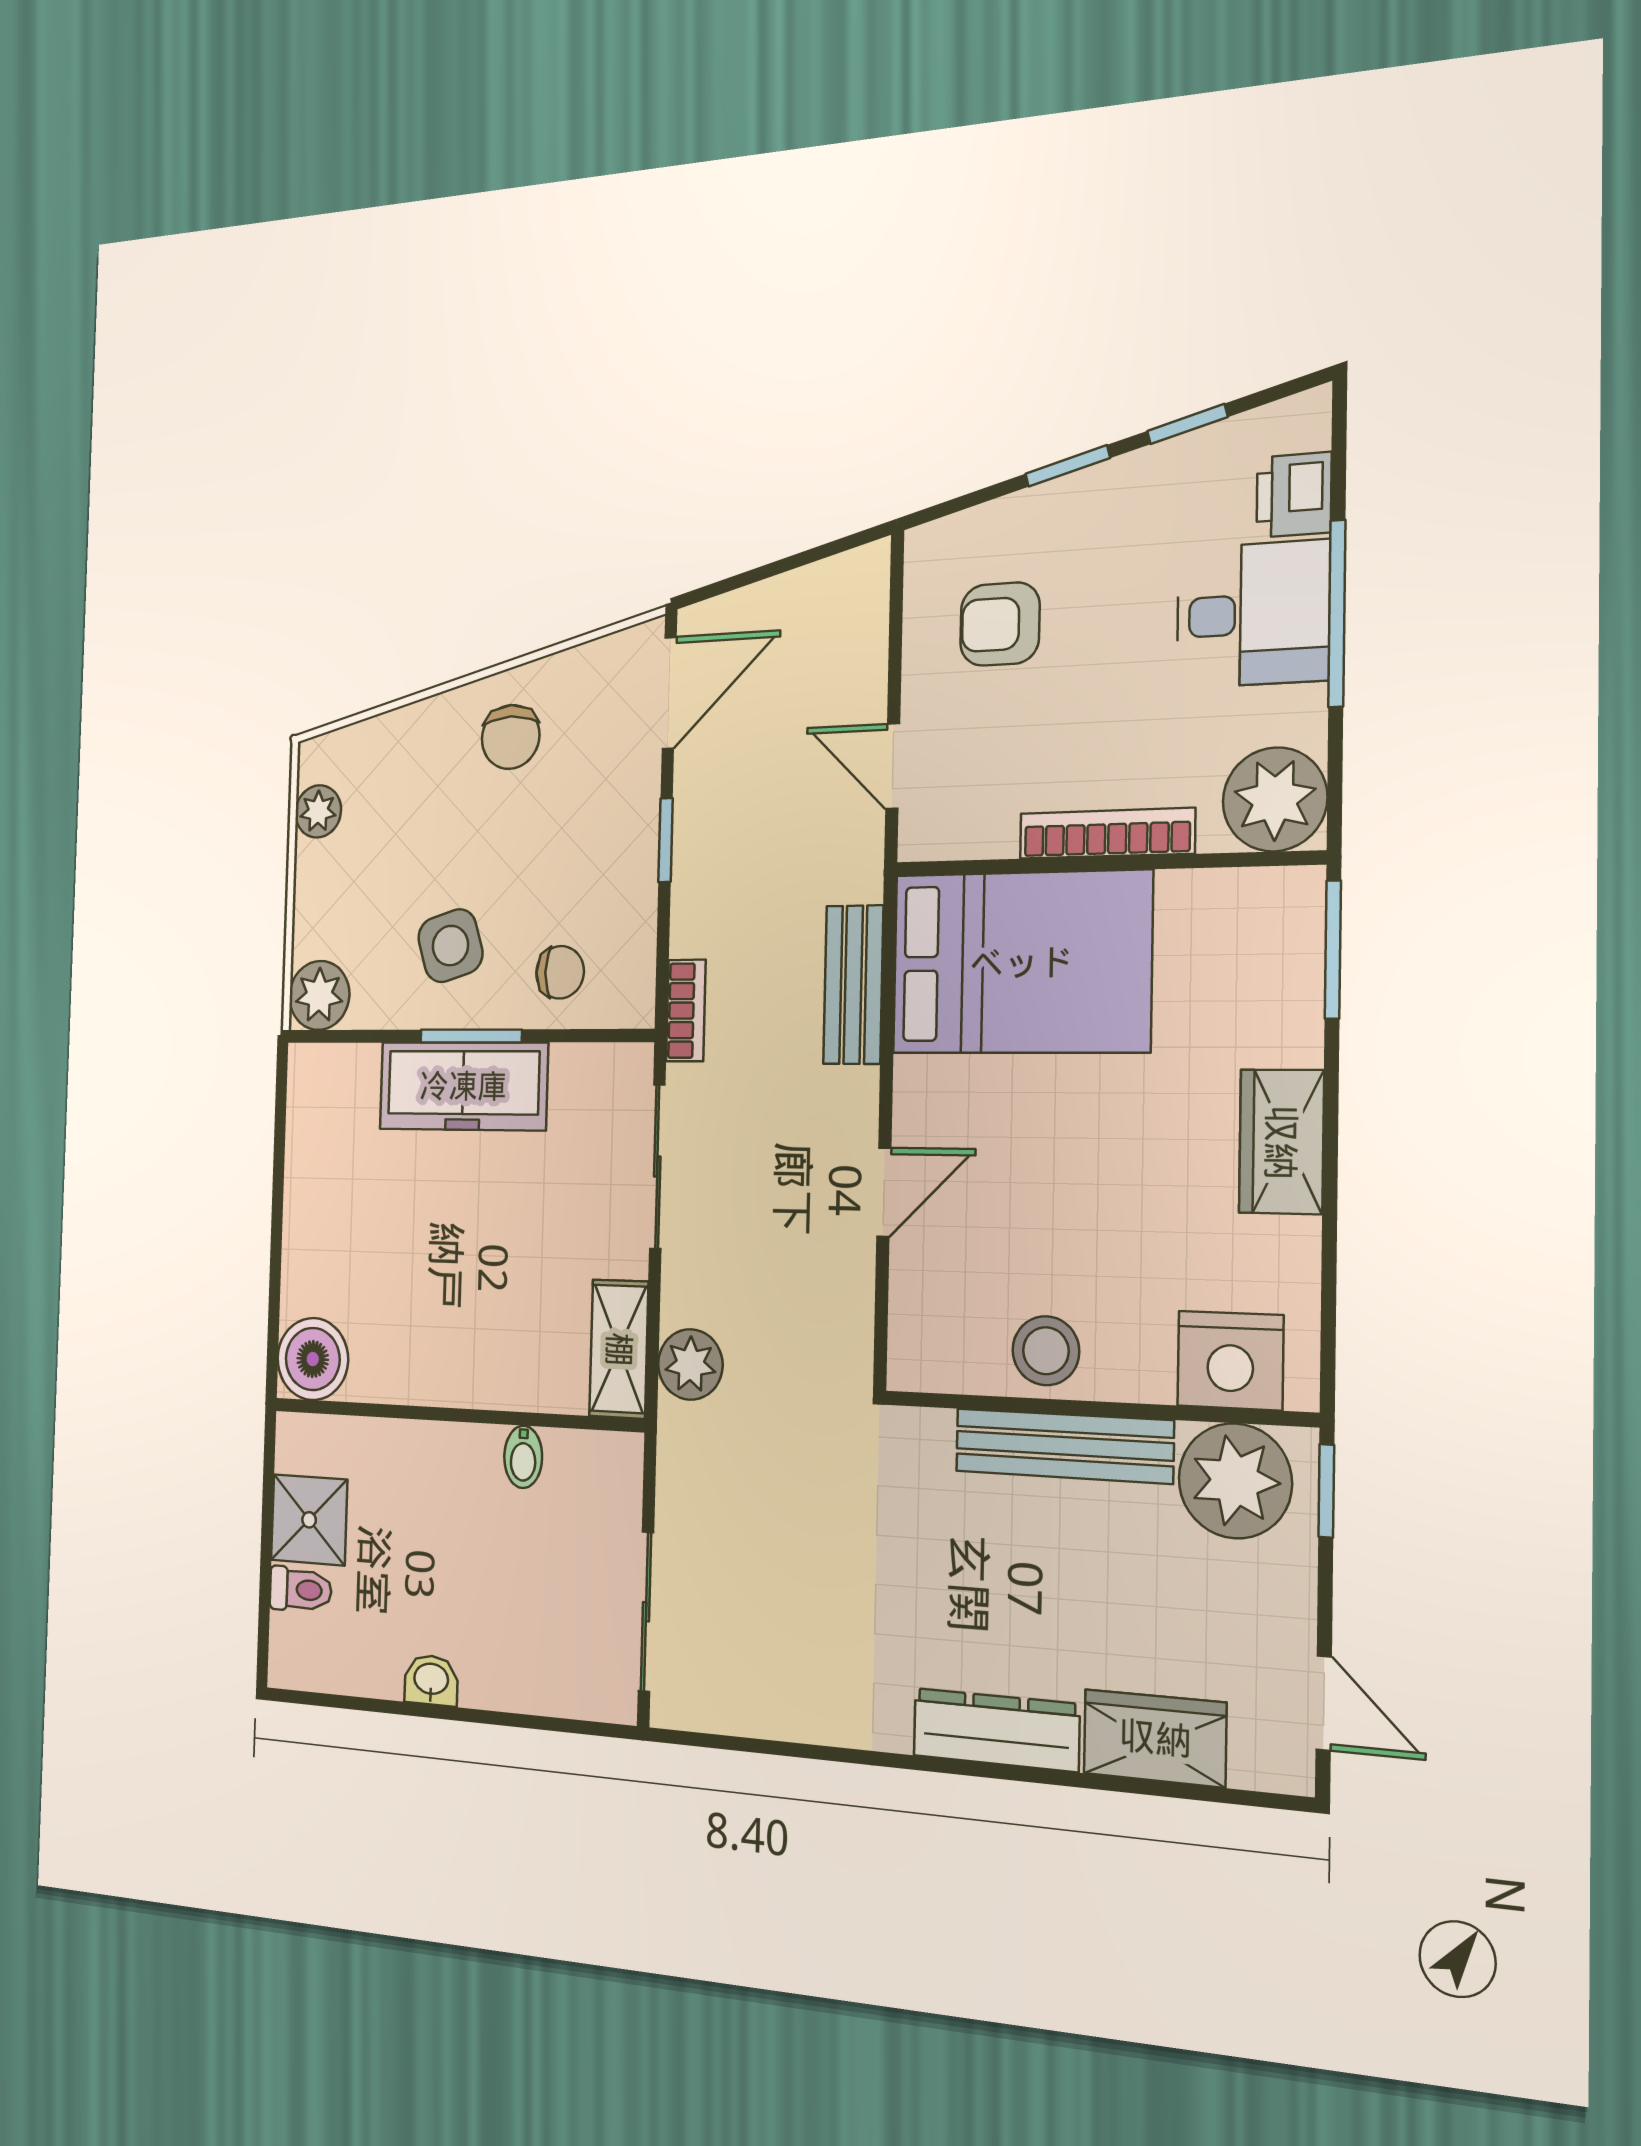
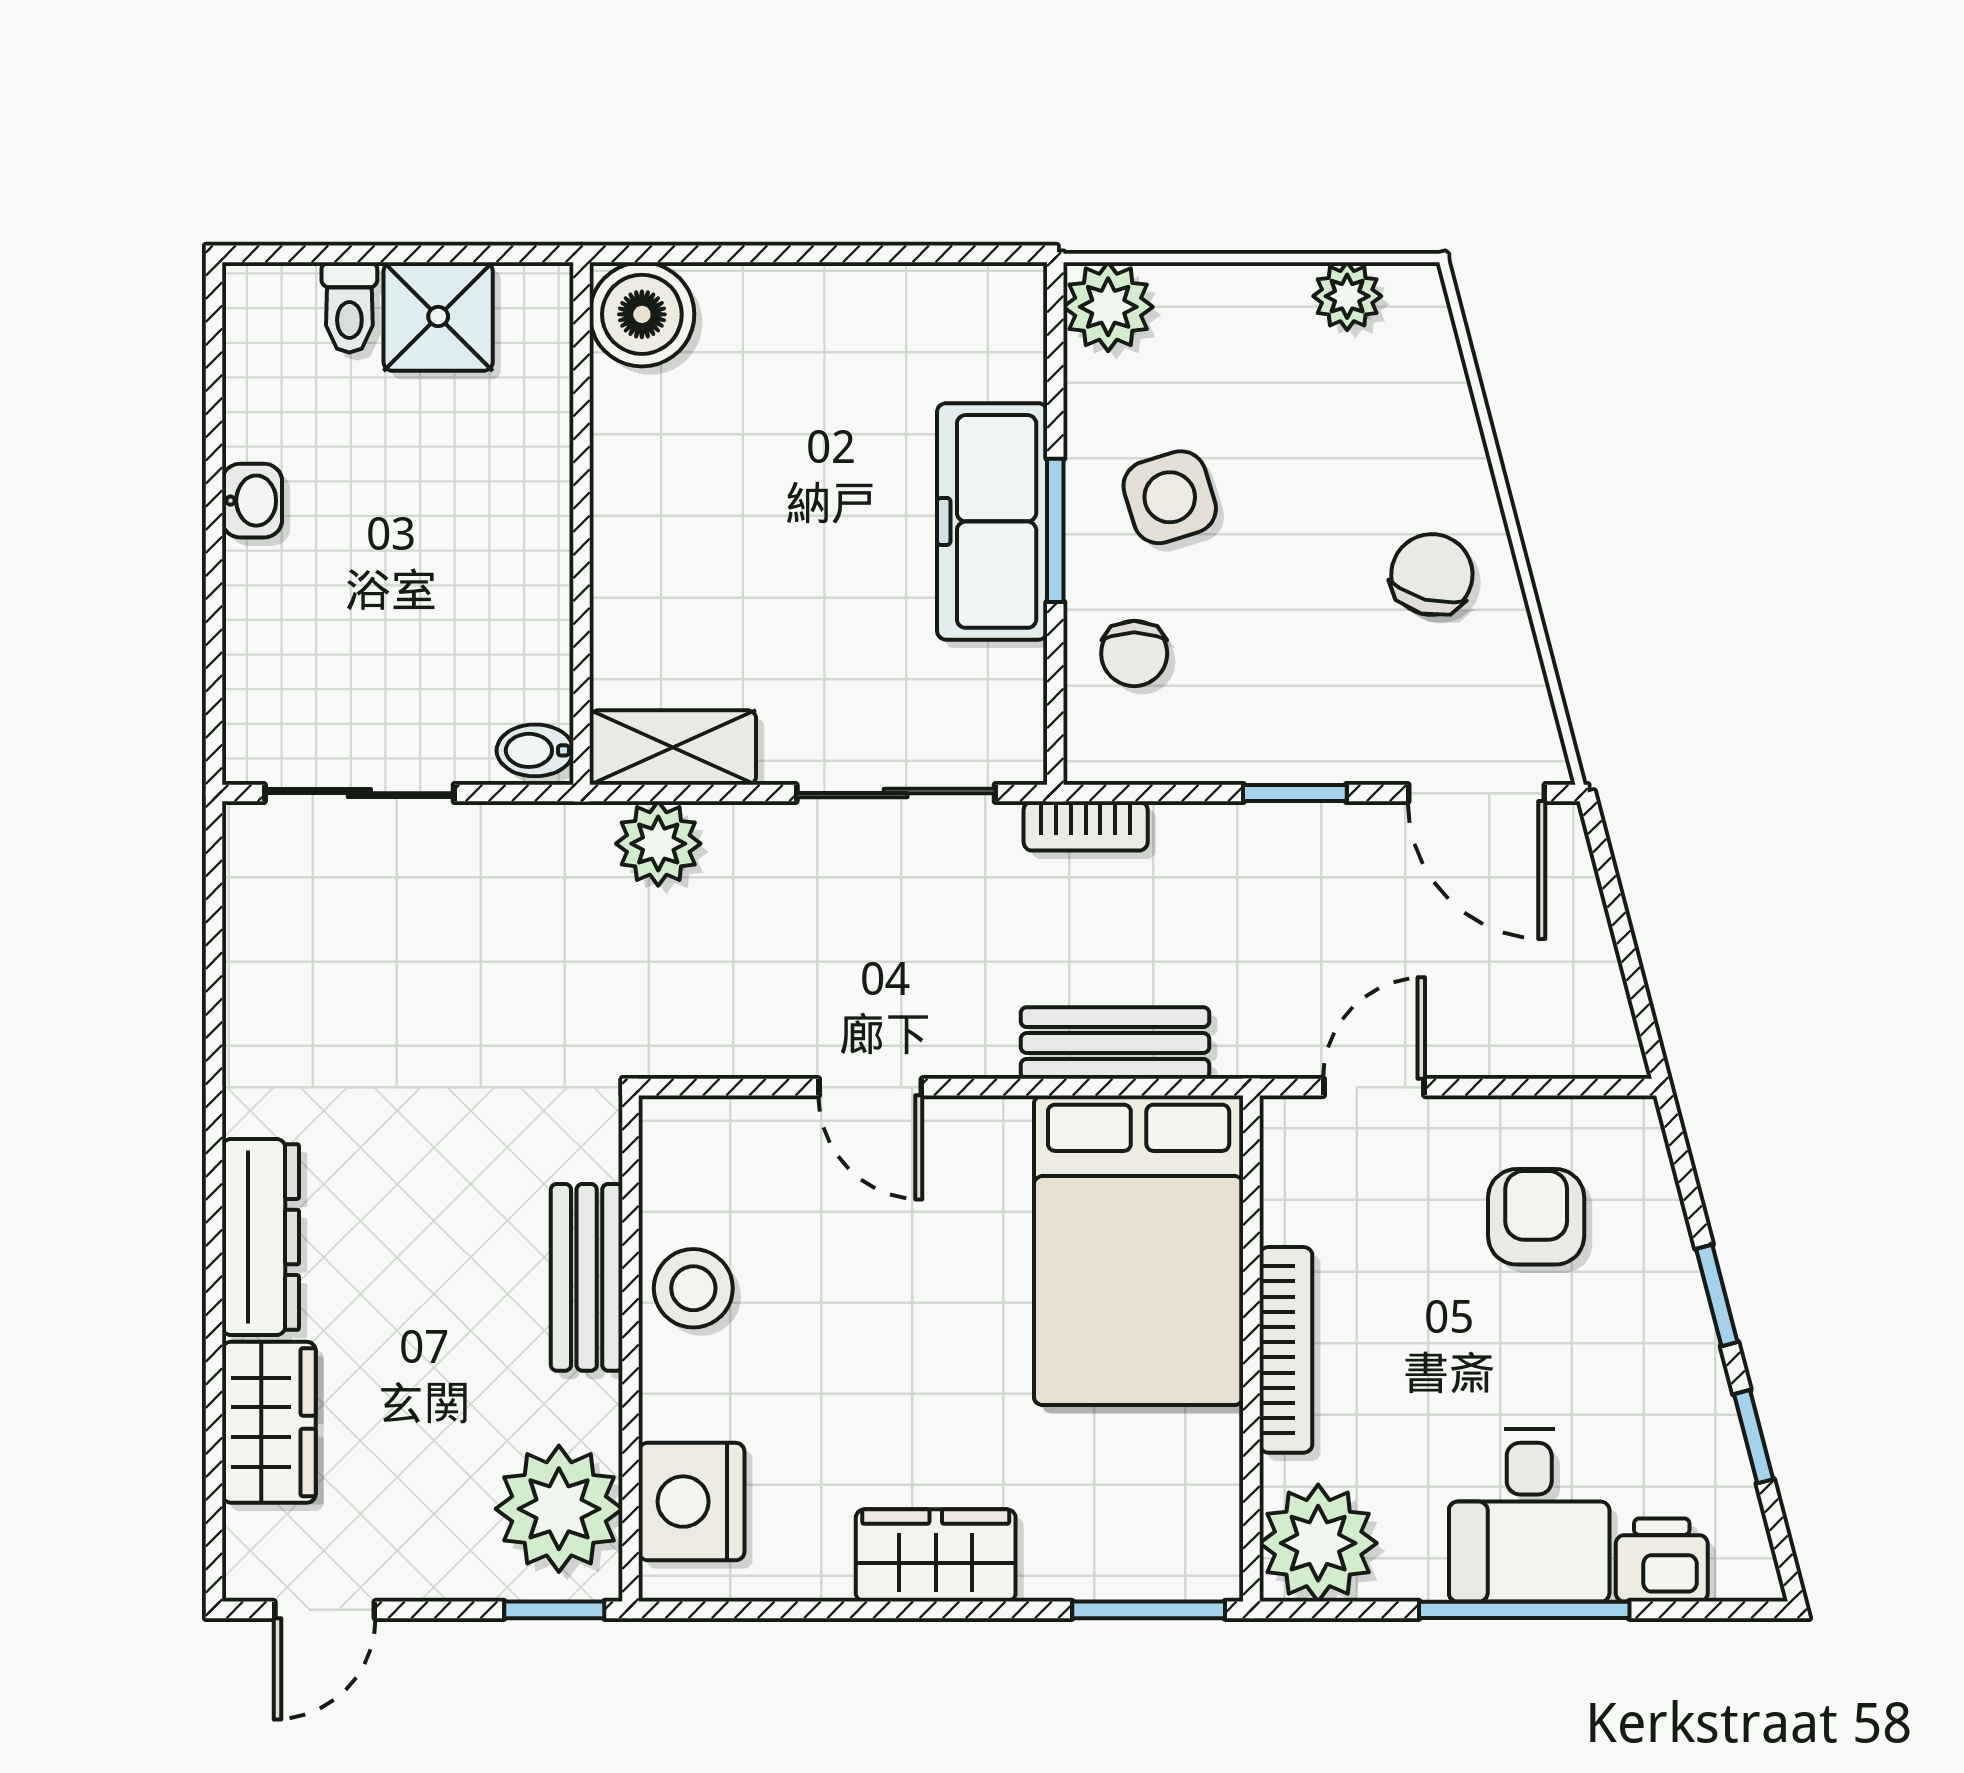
chair: (511, 737) -> (1432, 575), turned 105
bench: (1064, 1446) -> (587, 1277), width x0.73
bidet: (523, 1457) -> (535, 750), moved

